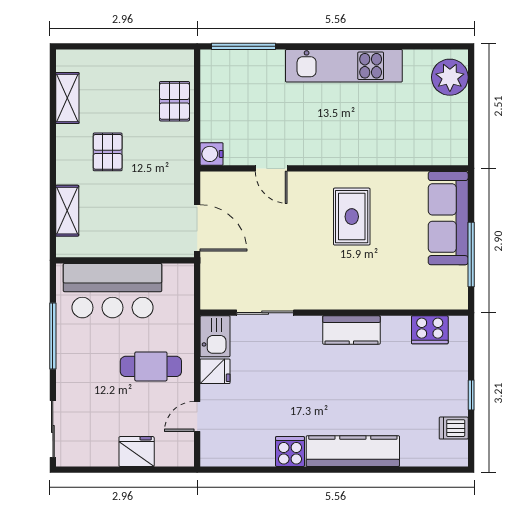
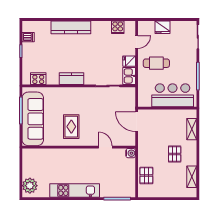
sofa: (448, 218) -> (33, 119), width x1.36, depth x1.27
cooker: (290, 451) -> (118, 27), moved

